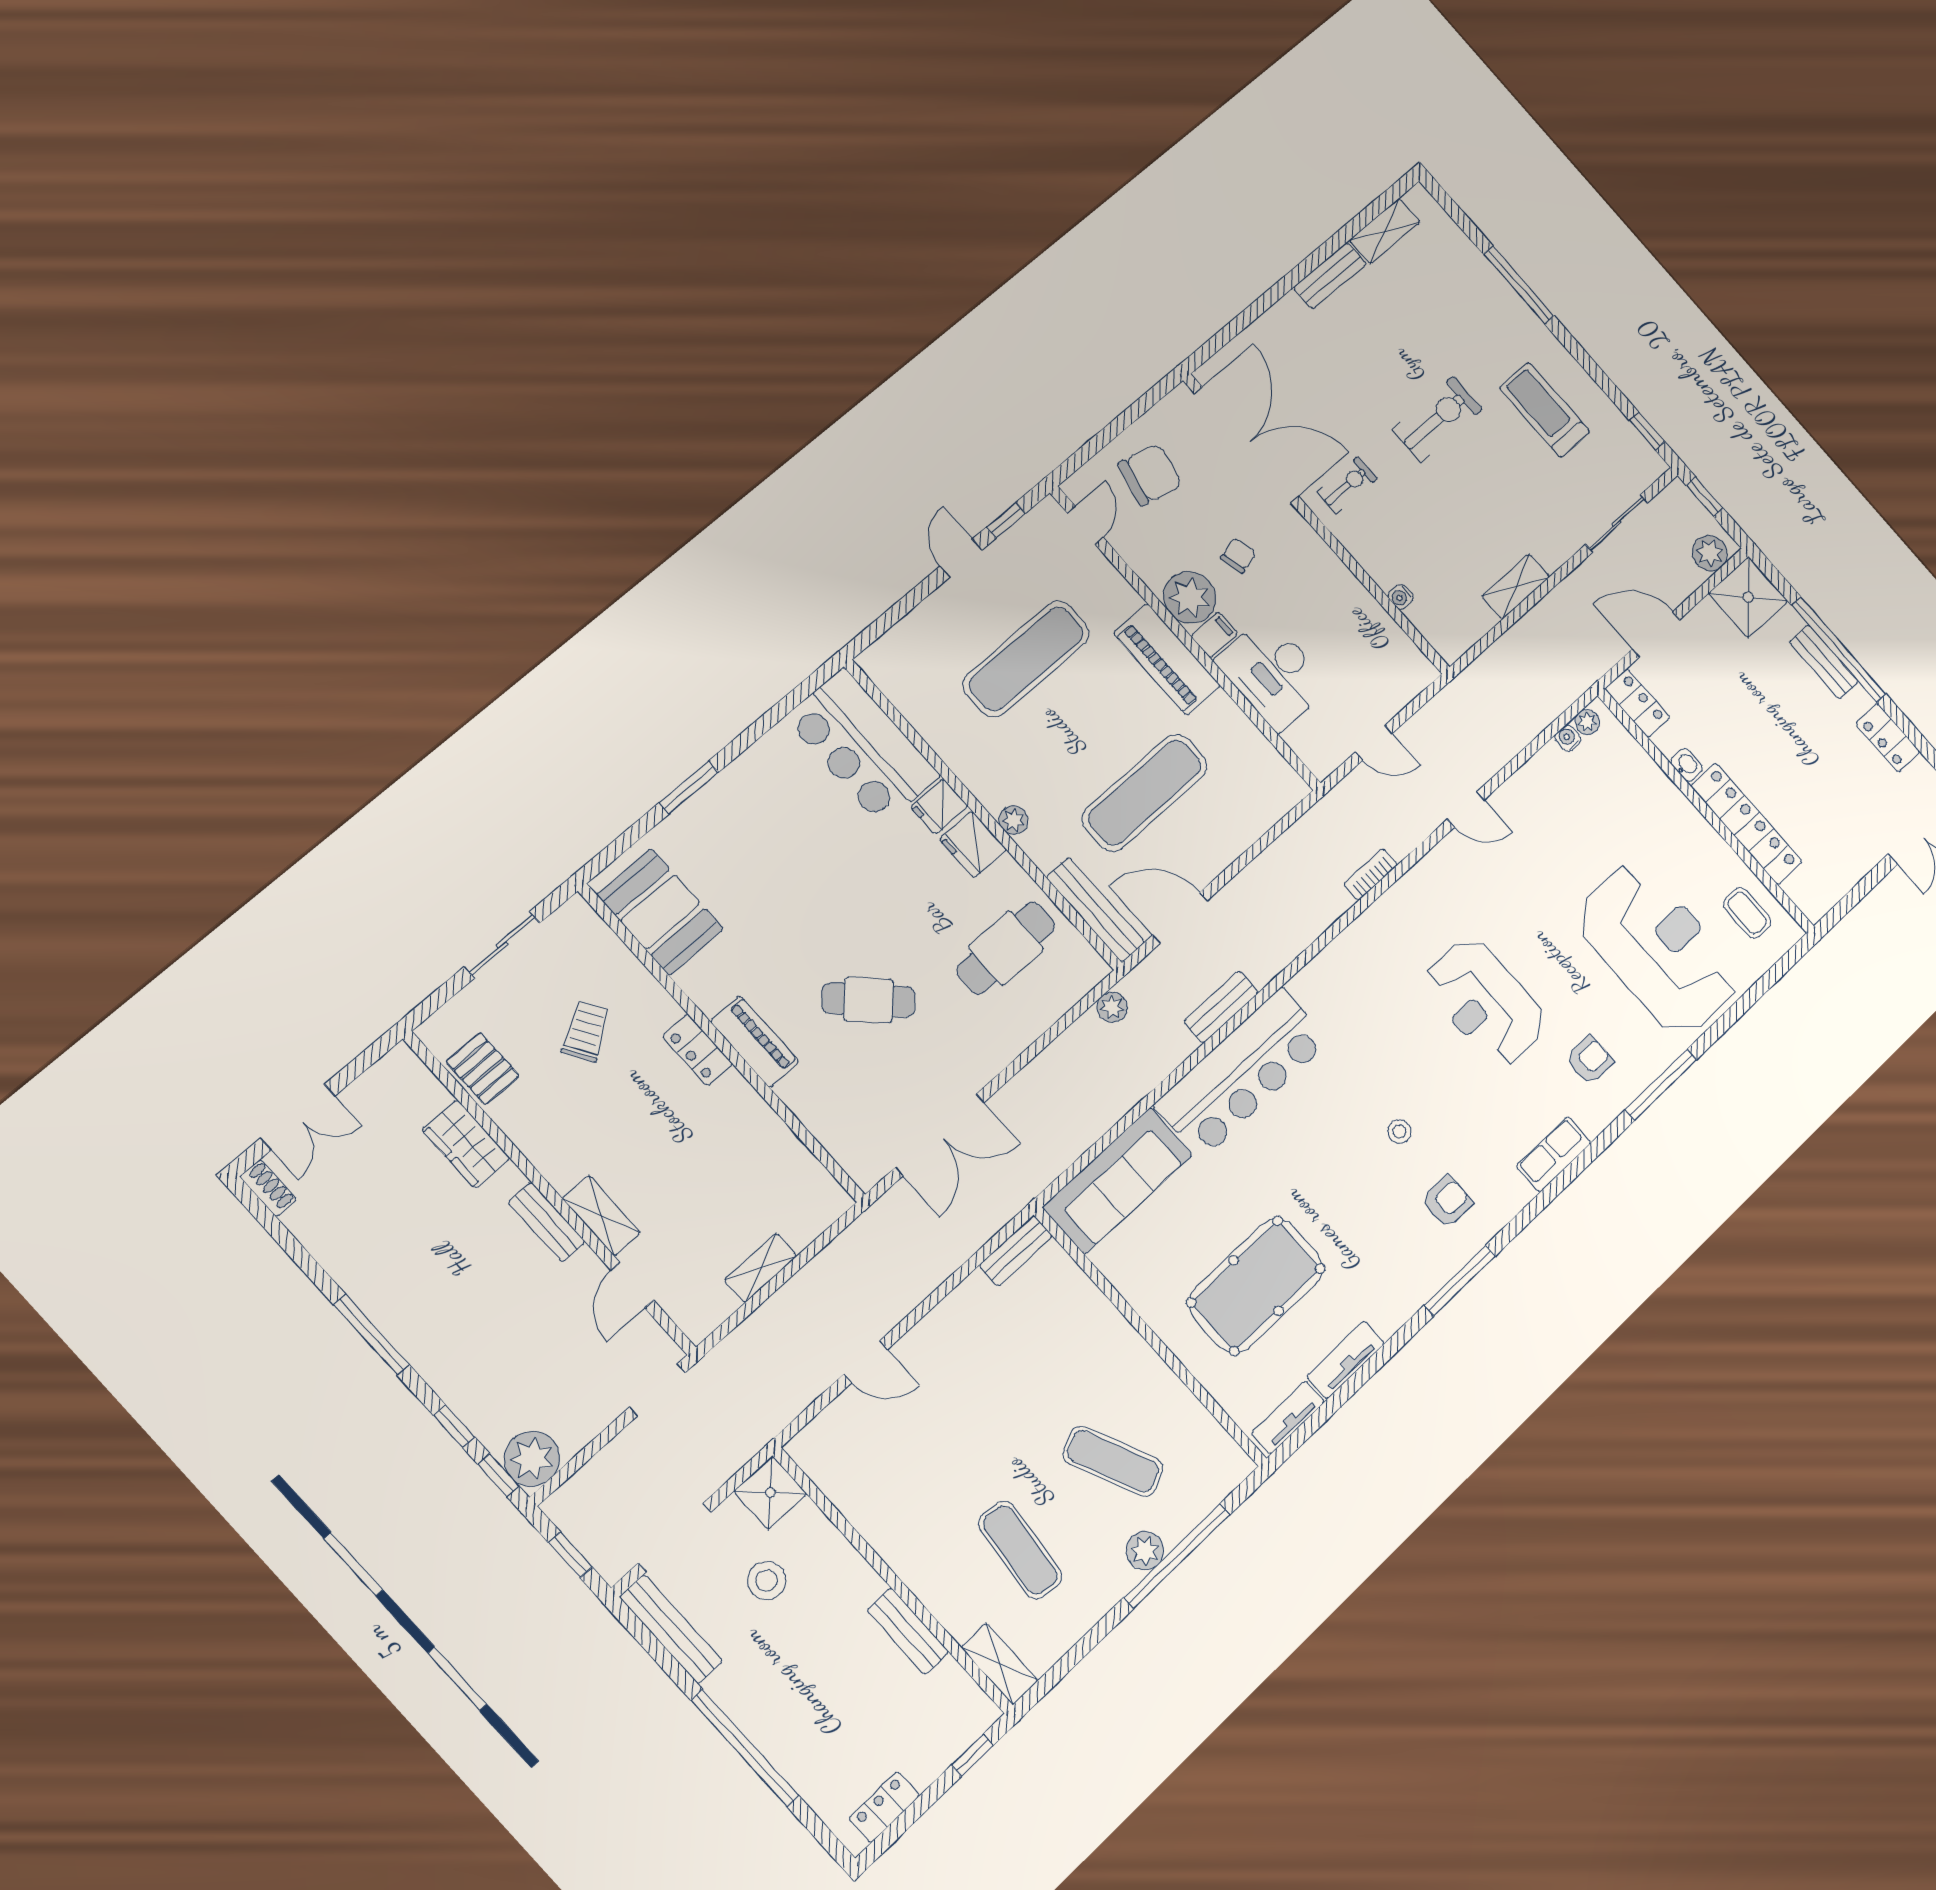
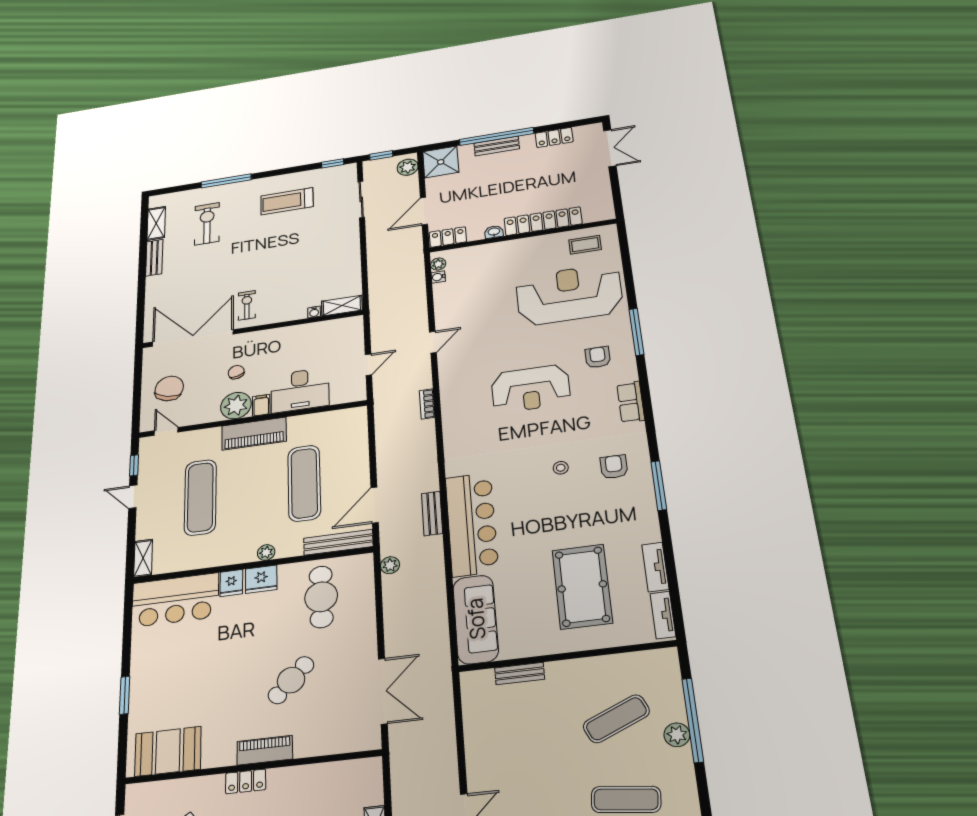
exercise bike: (1437, 419) -> (207, 224), moved
shelving: (1516, 587) -> (342, 306), moved, turned 90
shelving: (887, 650) -> (143, 558), added
bench: (1016, 1251) -> (520, 674), moved, turned 90

